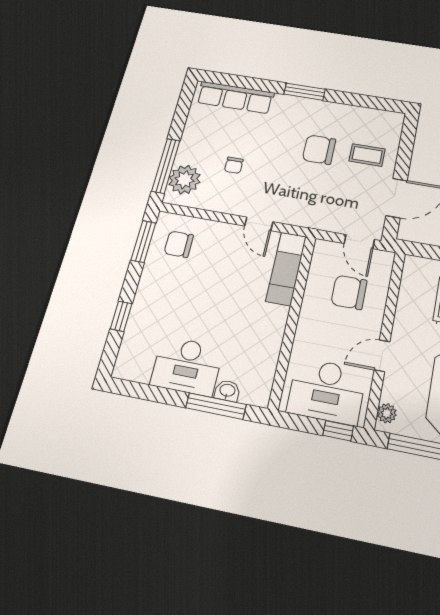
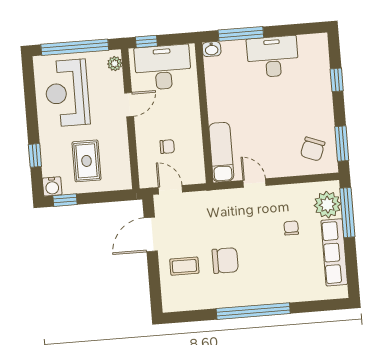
window: (305, 92) -> (253, 311), width x2.11
row of seats: (235, 98) -> (334, 252), moved, turned -90
chair: (179, 244) -> (313, 149), turned 111
chair: (349, 292) -> (167, 147), width x0.54, depth x0.54
washbasin: (227, 391) -> (212, 49), moved

